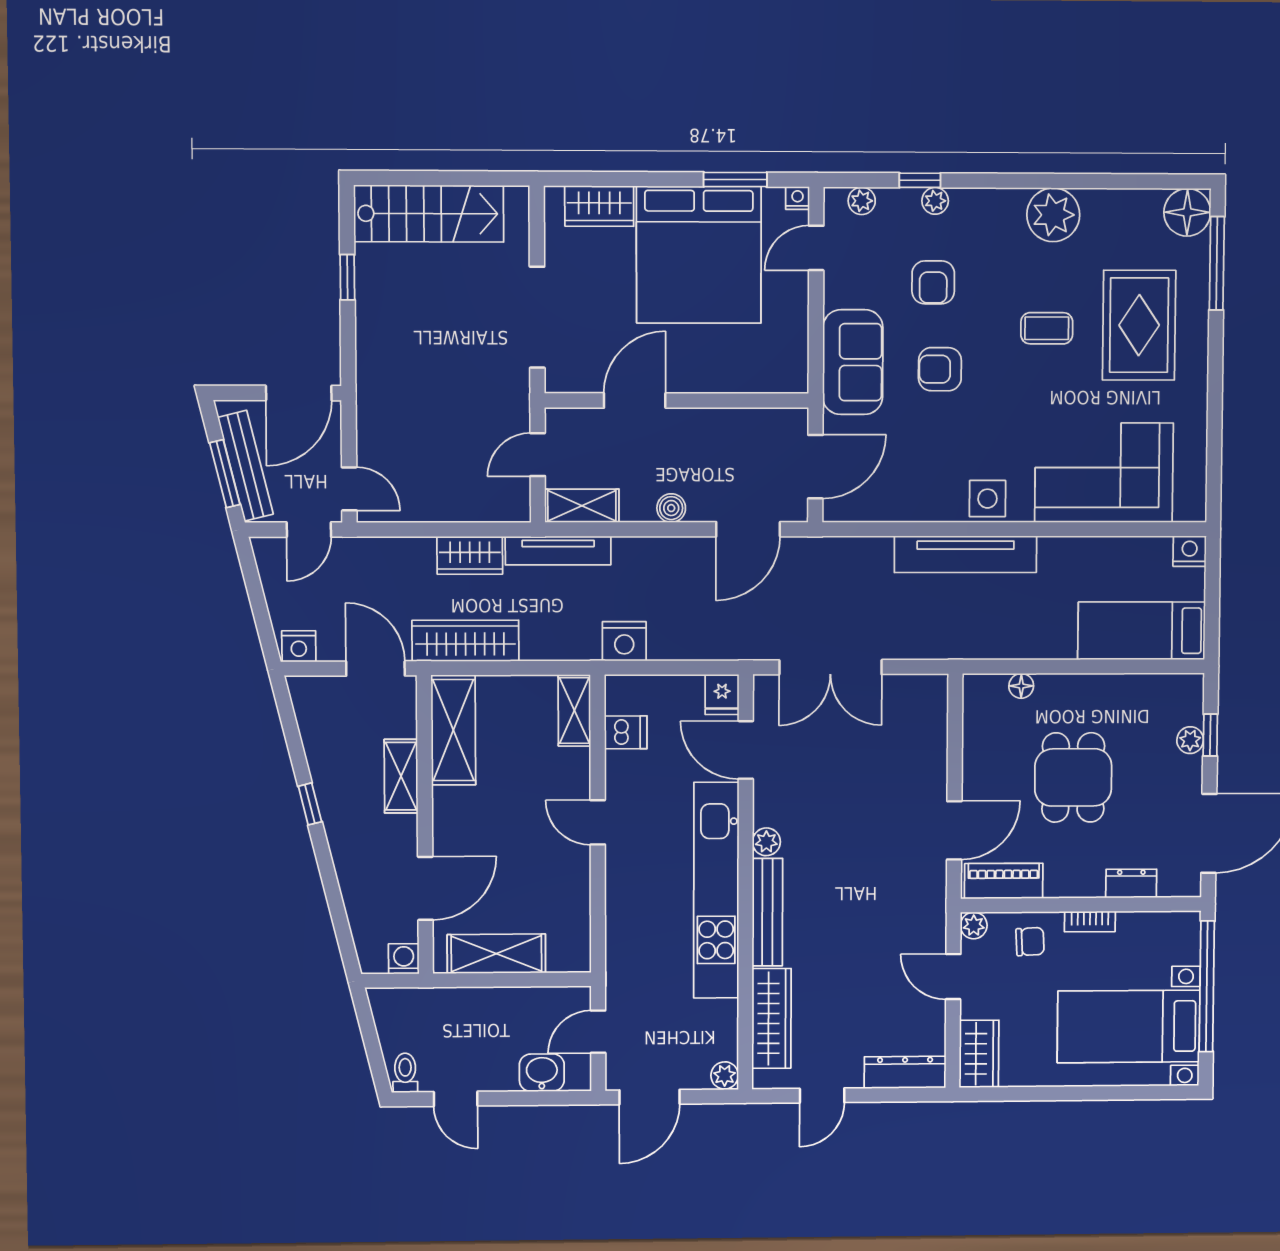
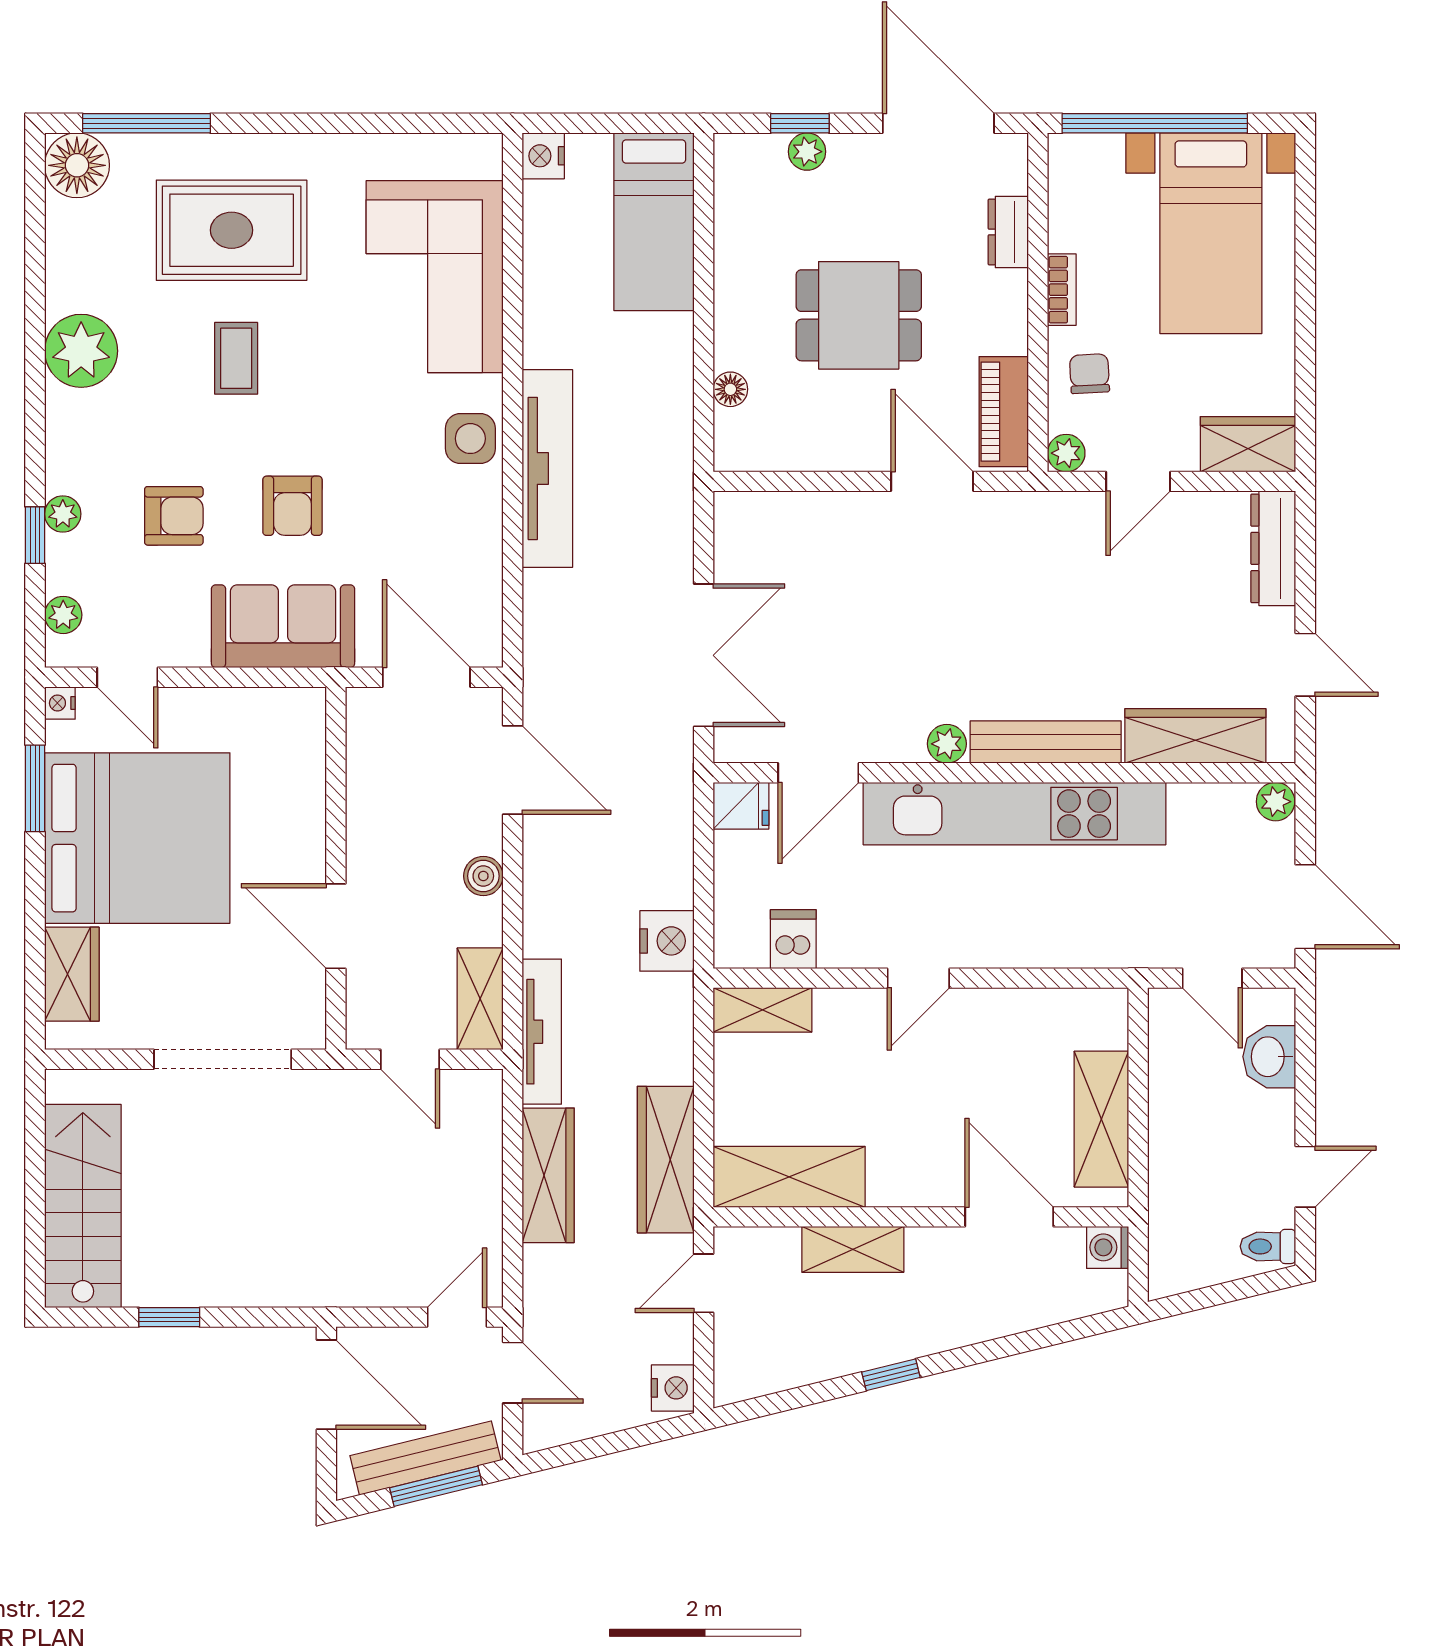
wardrobe: (470, 555) -> (548, 1175), width x1.50
door: (375, 668) -> (704, 1283), width x0.73

